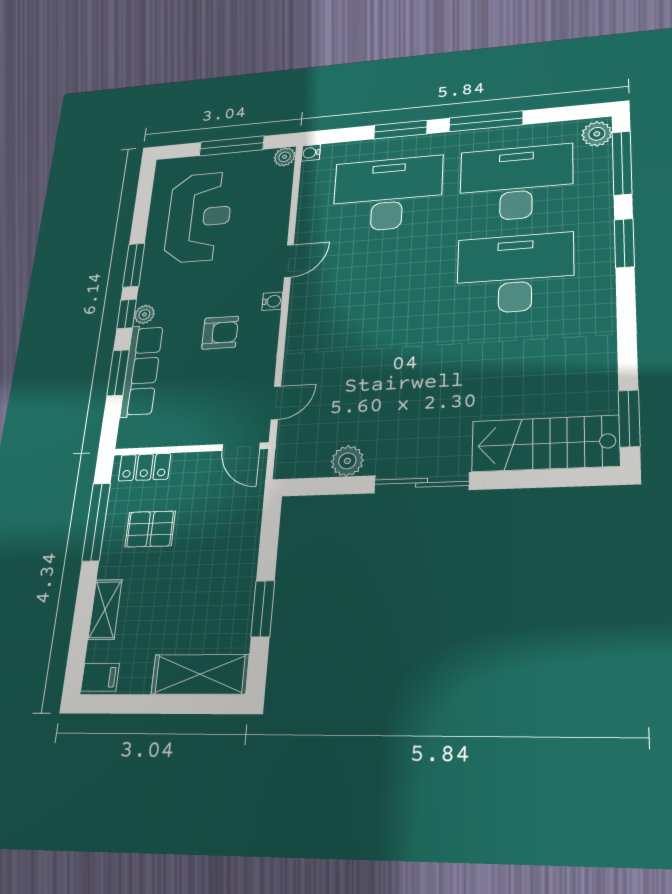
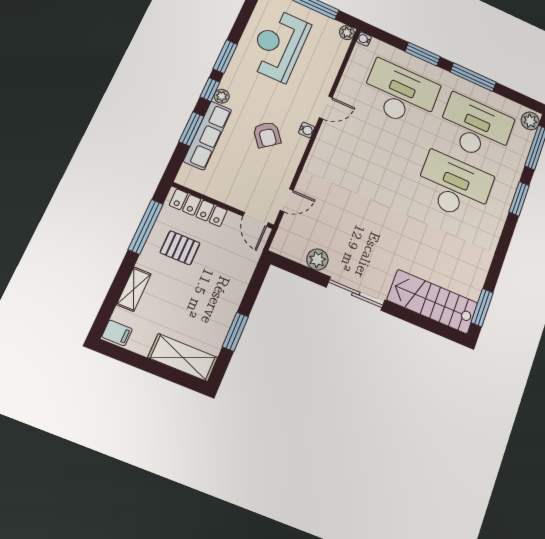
reception desk: (199, 217) -> (279, 45), turned 180
armchair: (220, 333) -> (267, 135), turned 52
locker: (145, 467) -> (198, 208), width x1.53

